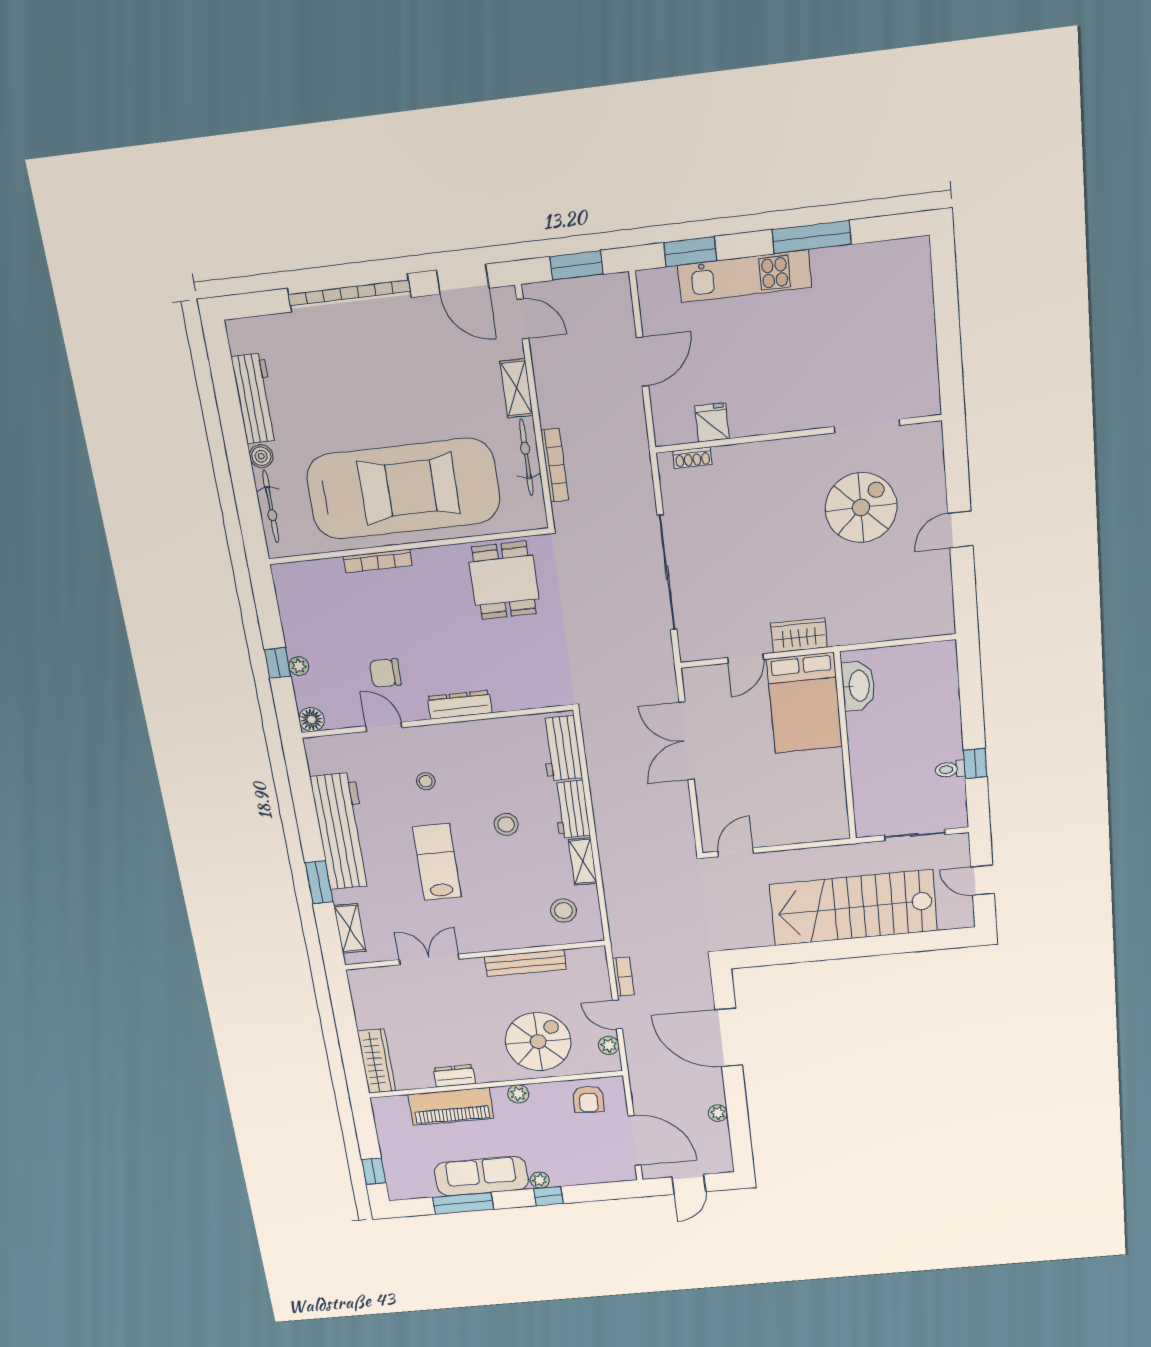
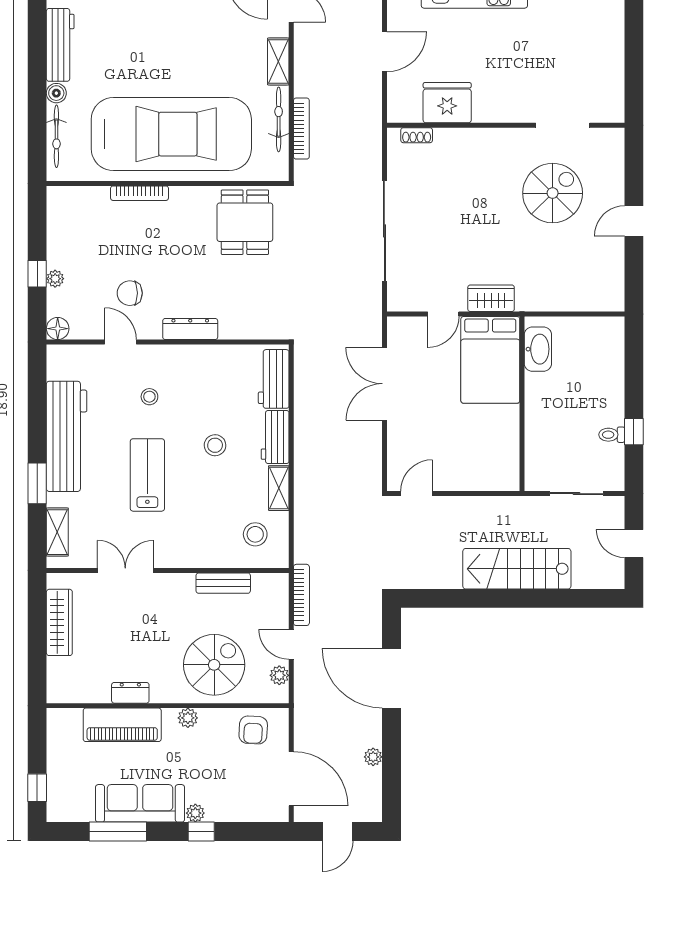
fridge: (712, 422) -> (447, 103), width x1.88, depth x1.34
stairs: (853, 908) -> (517, 569), width x0.73, depth x0.66
bench: (525, 963) -> (223, 583), width x0.73
bookcase: (623, 977) -> (301, 595), width x1.56
wardrobe: (376, 1061) -> (59, 622), moved

